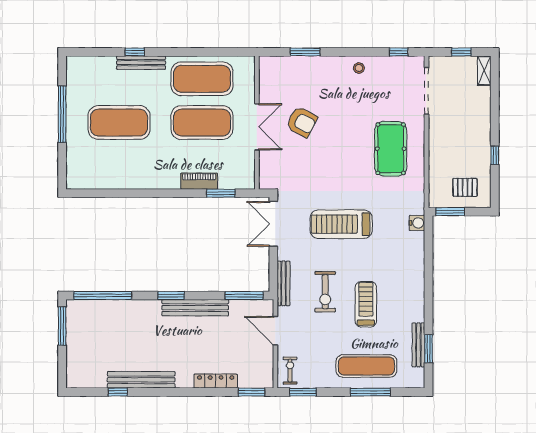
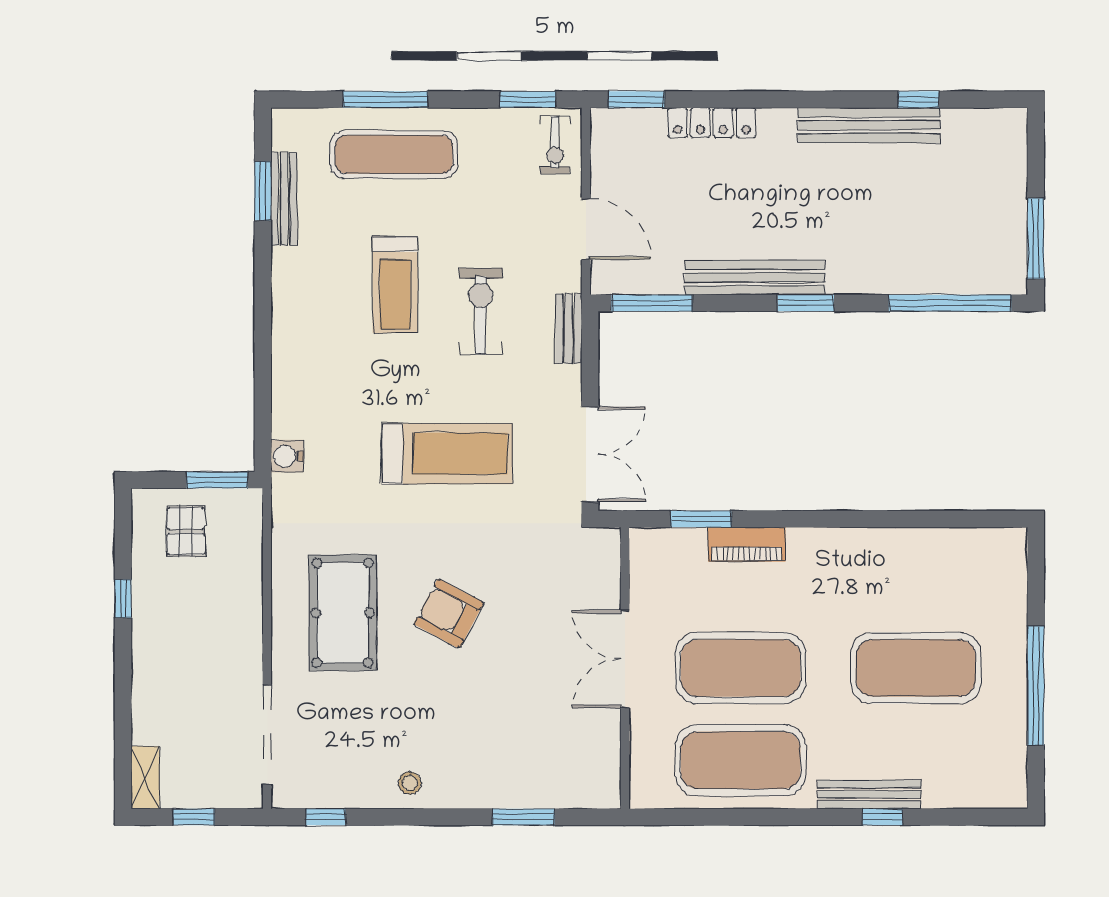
armchair: (302, 122) -> (449, 613), moved
pallet: (465, 187) -> (186, 531), turned 90
bench: (284, 283) -> (569, 329), width x0.73

